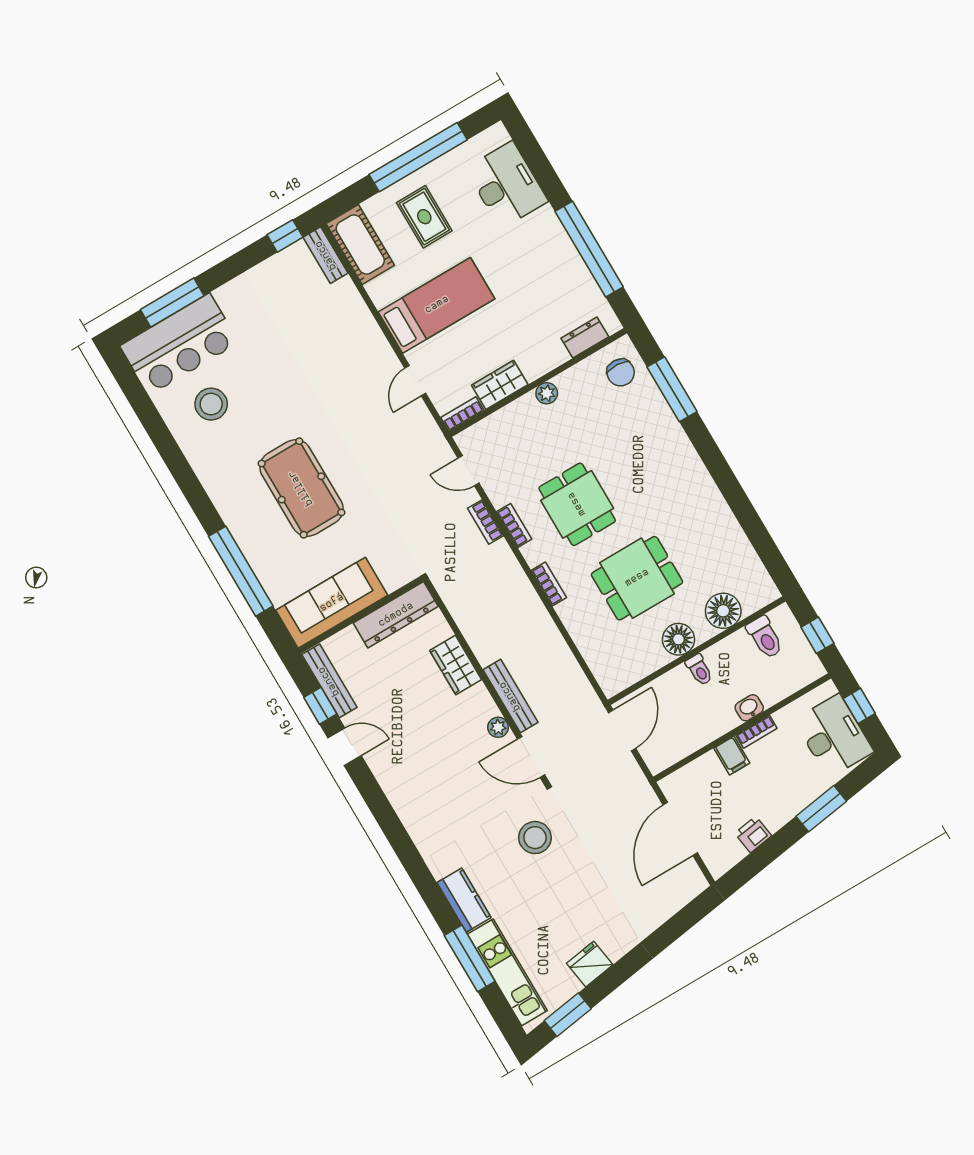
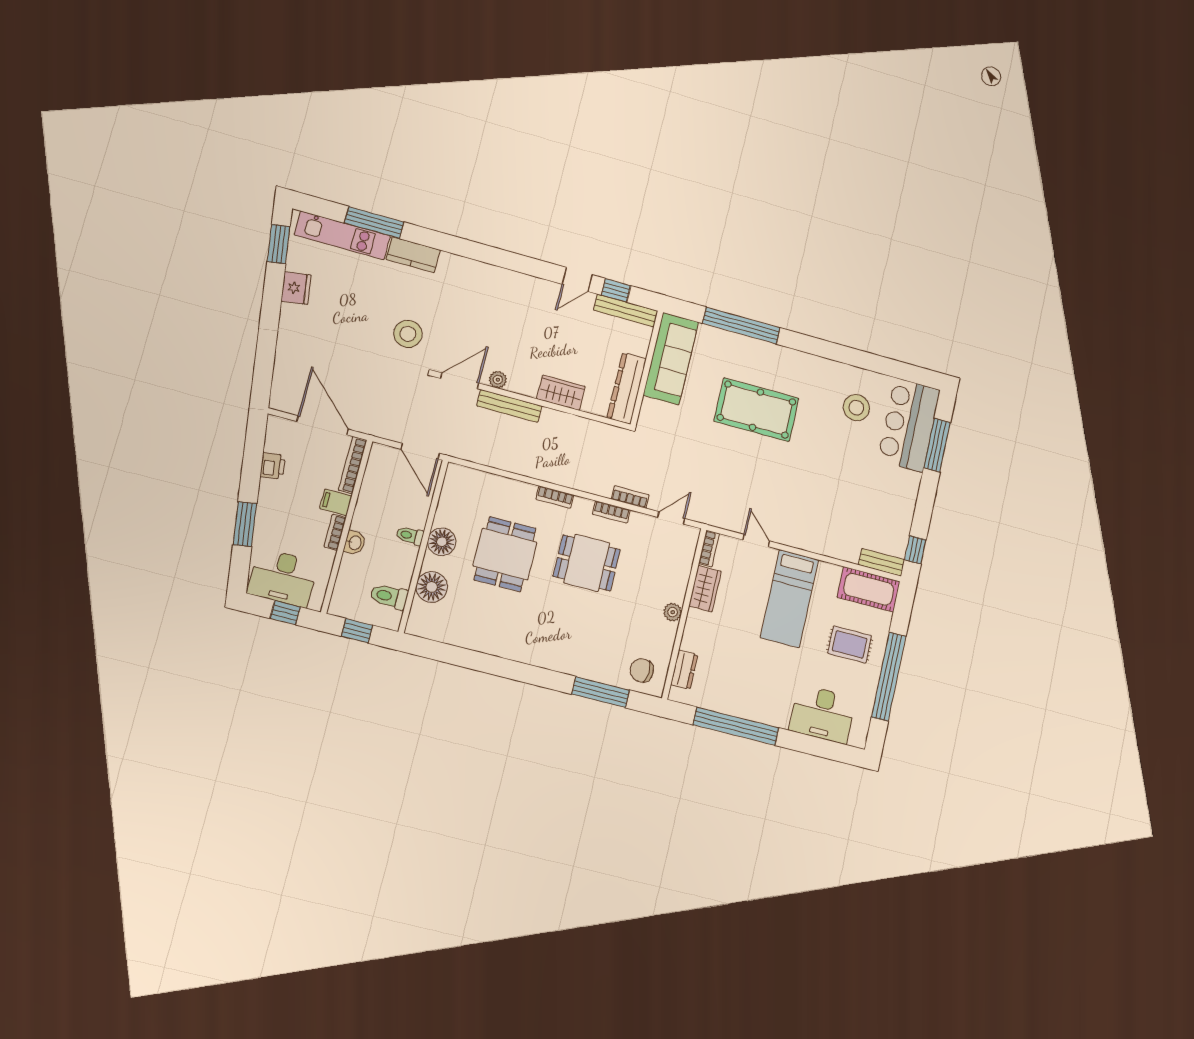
bookcase: (688, 773) -> (353, 465), added

